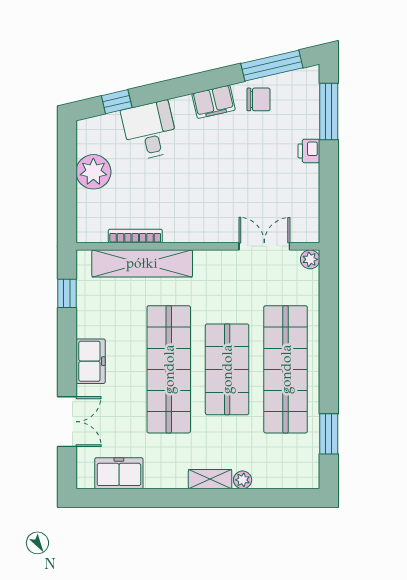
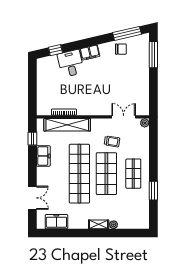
filing cabinet: (214, 102) -> (90, 53), moved
printer: (309, 151) -> (144, 73), removed
plant: (93, 172) -> (45, 82), removed
trolley: (239, 300) -> (112, 141), added
freezer: (91, 361) -> (43, 156), moved
shop shelf: (286, 369) -> (133, 174), width x0.50, depth x0.74
window: (329, 434) -> (153, 191), moved

